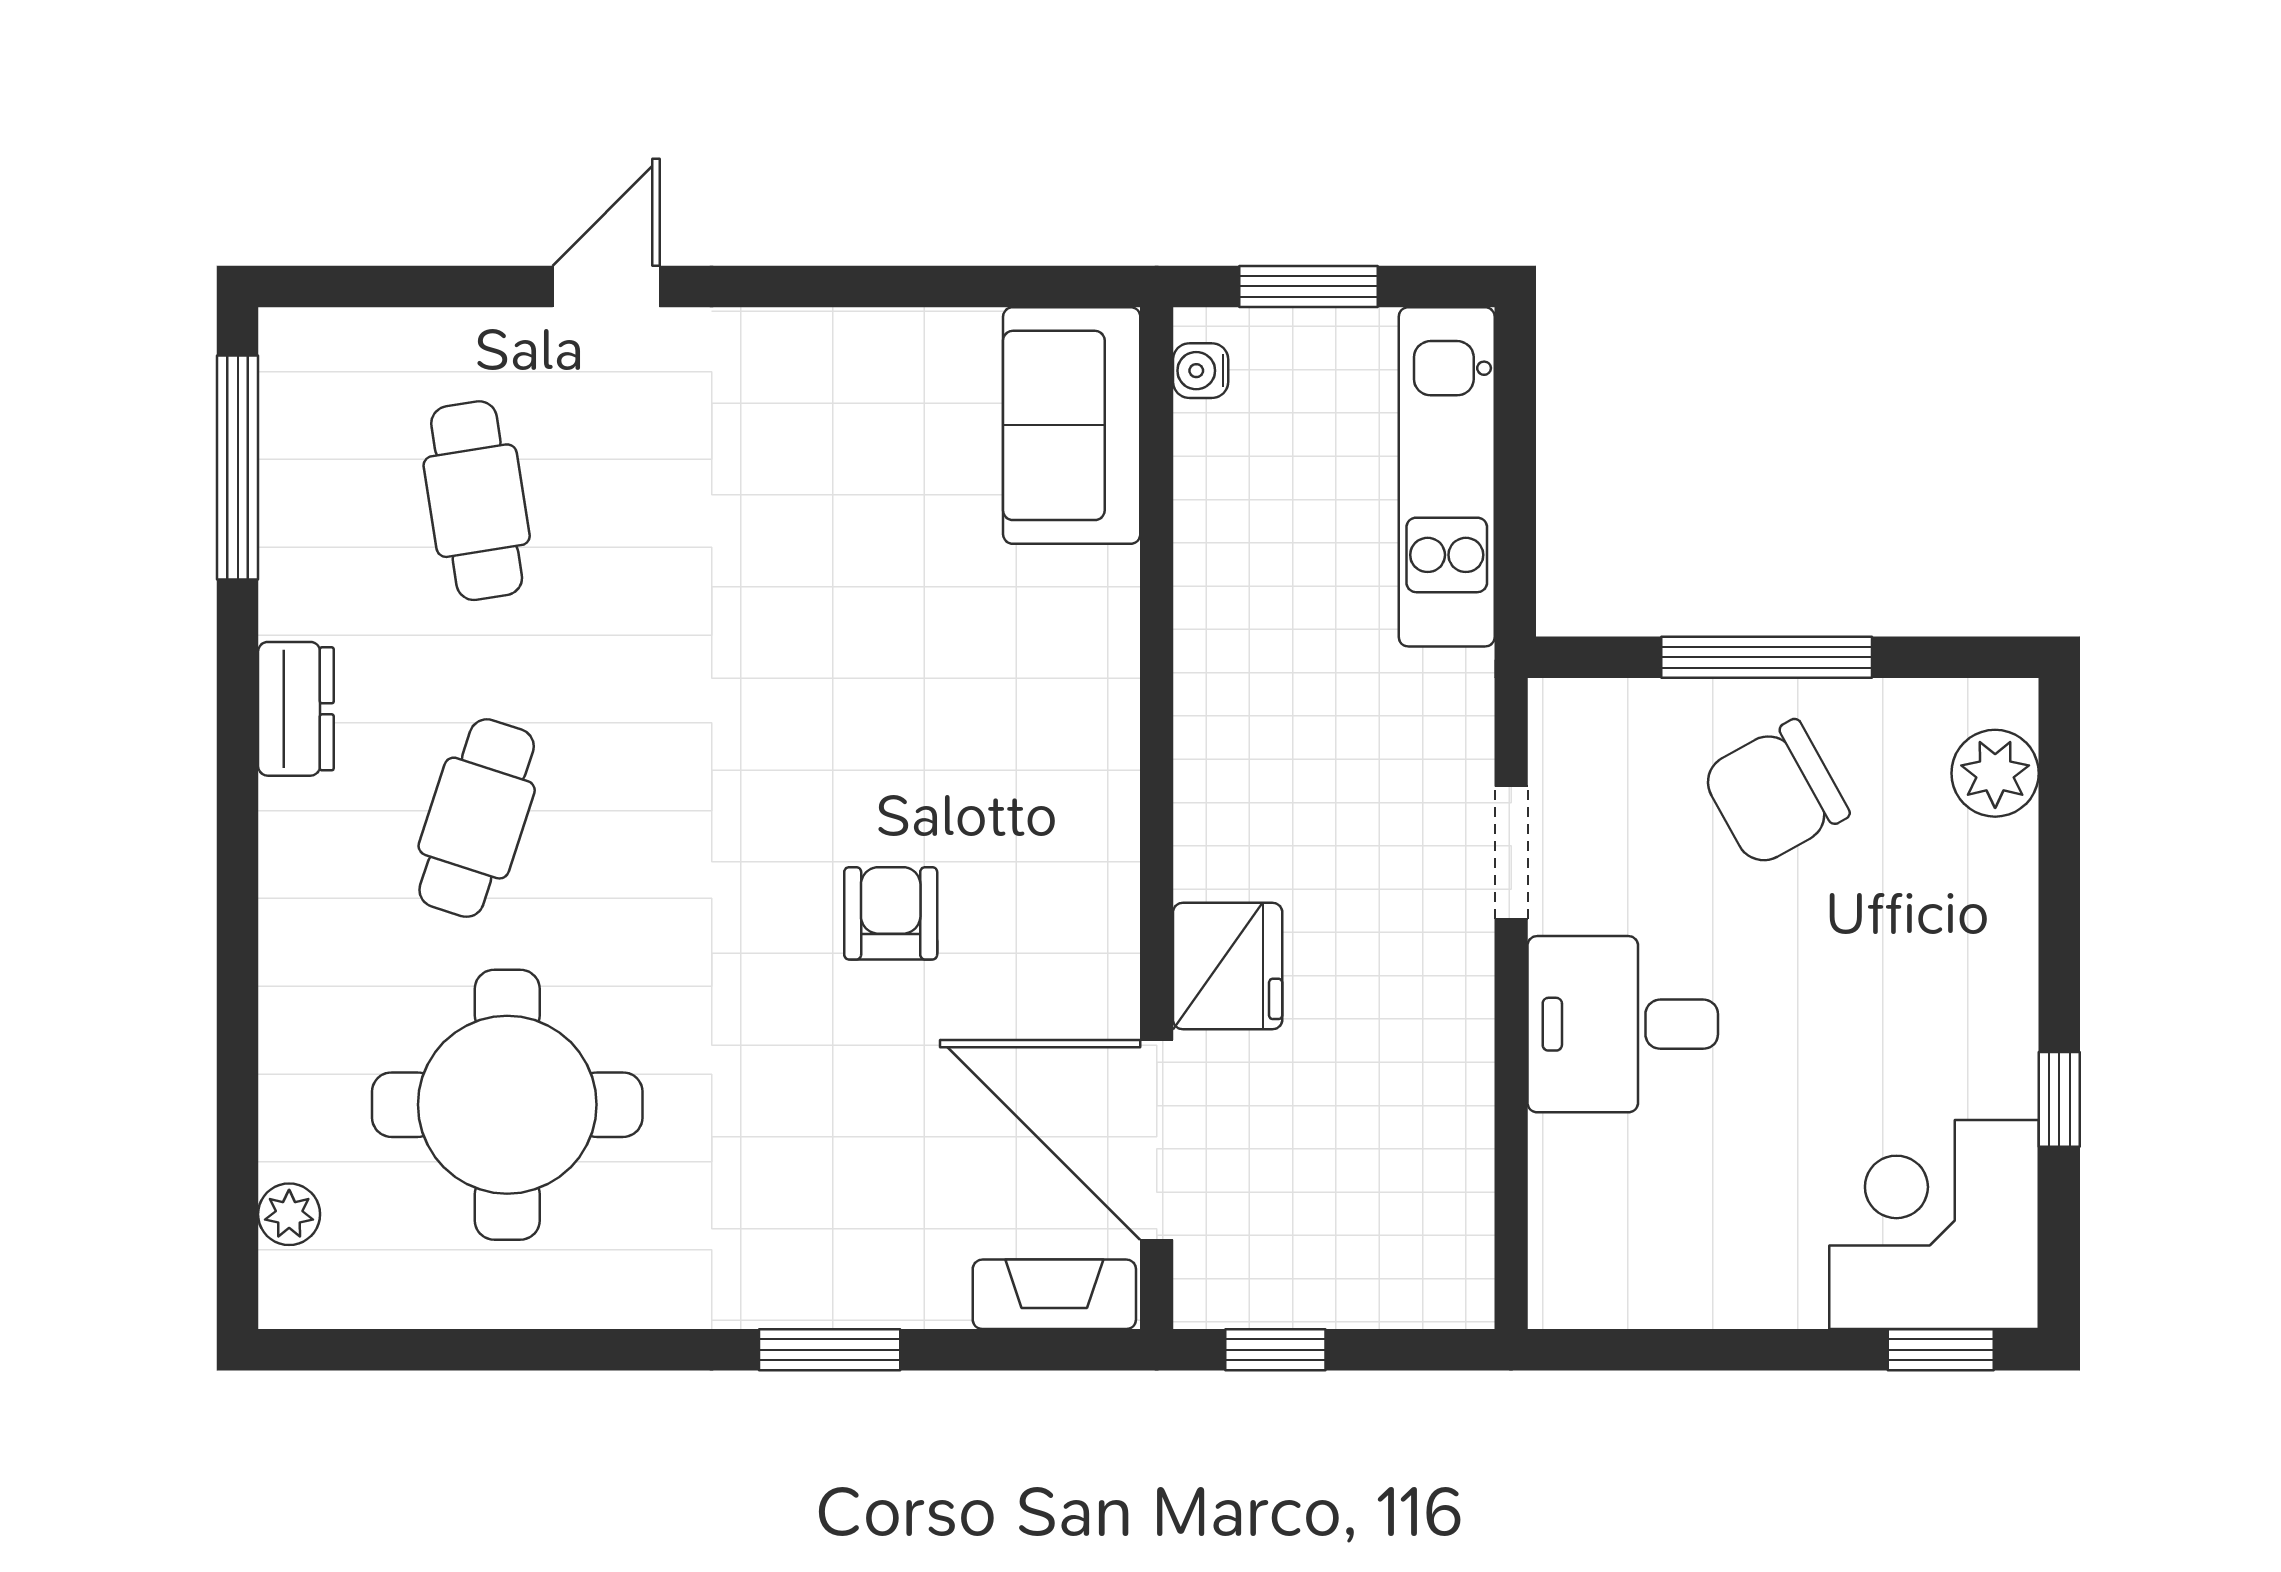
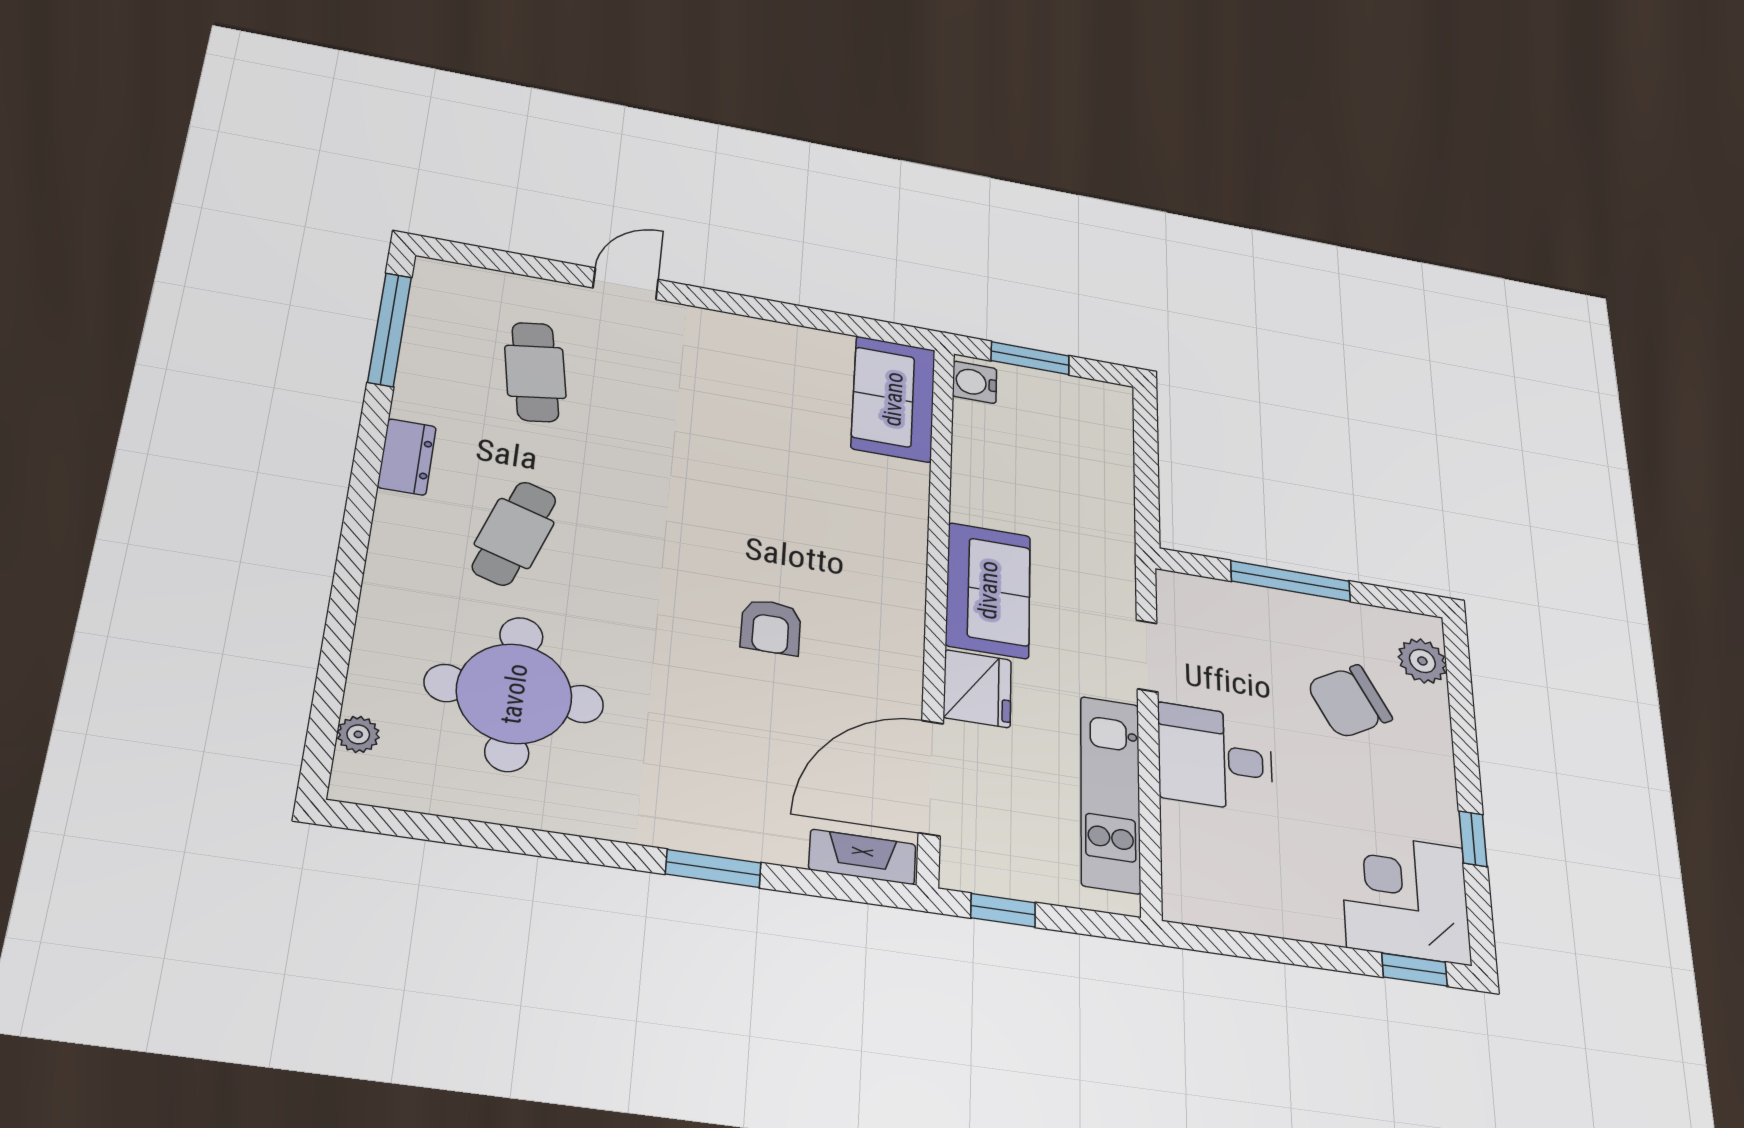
water cooler: (1201, 371) -> (975, 382), width x1.38, depth x1.38
kitchen unit: (1447, 477) -> (1110, 794), moved
sofa: (1242, 777) -> (988, 590), added
chair: (1775, 793) -> (1349, 701), moved
armchair: (891, 913) -> (771, 627), turned 180
door: (1157, 1140) -> (931, 778), hinge flipped

